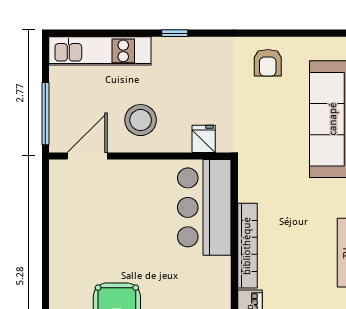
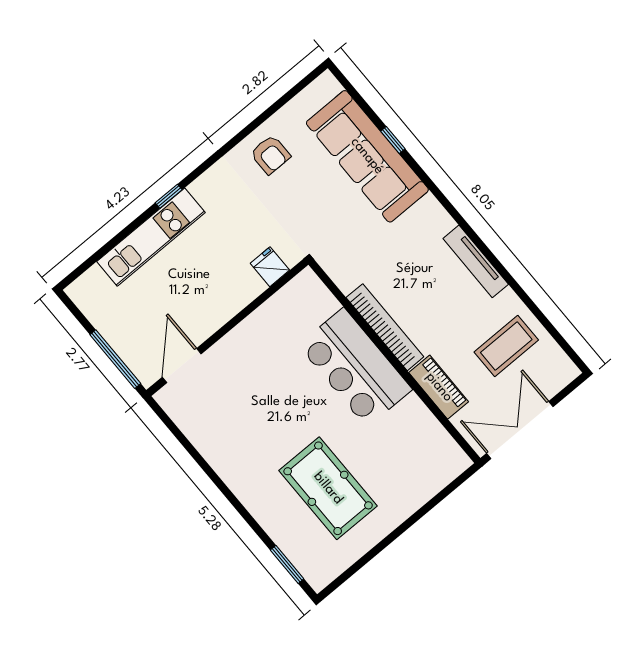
kitchen unit: (100, 51) -> (151, 237), moved
stool: (141, 120) -> (202, 296), removed
bar counter: (204, 207) -> (355, 367), moved

